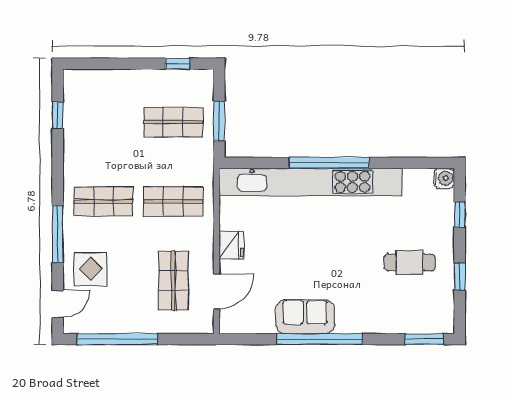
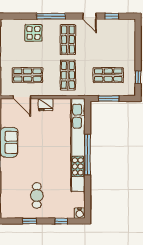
shop shelf: (173, 122) -> (108, 75), turned 90
door: (58, 304) -> (90, 16), moved

